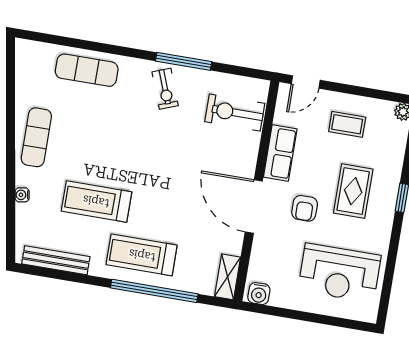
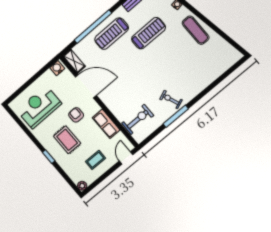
exercise mat: (87, 70) -> (206, 74), removed
door: (254, 207) -> (86, 86), moved
treadmill: (142, 255) -> (112, 34), turned 180

